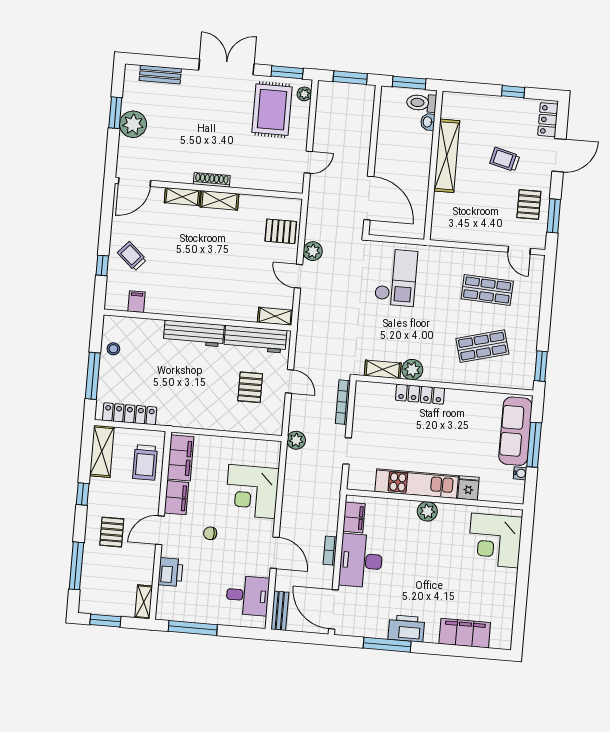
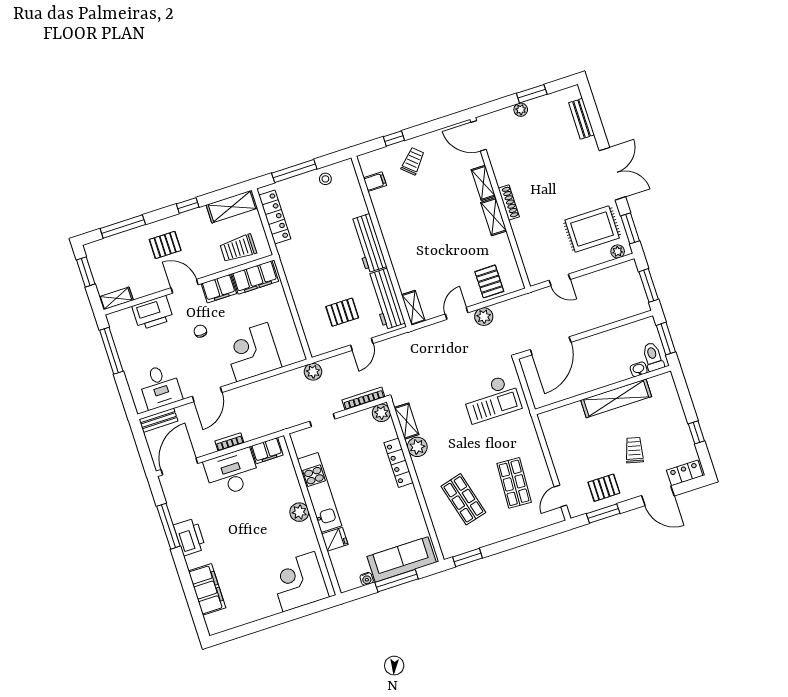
plant: (133, 124) -> (521, 110), width x0.53, depth x0.53
plant: (364, 391) -> (381, 413), added
printer: (170, 572) -> (153, 313), width x1.37, depth x1.19

